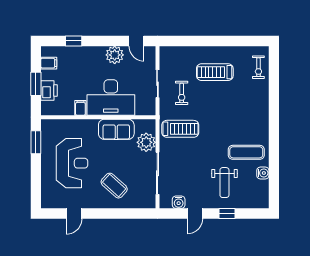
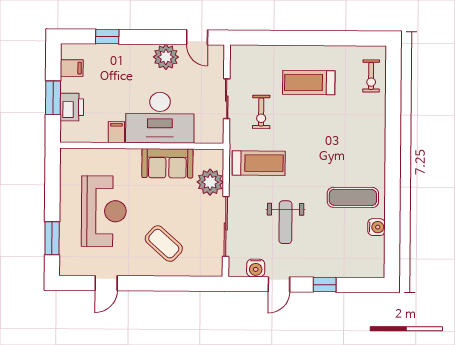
window: (36, 142) -> (52, 238), moved
weight bench: (224, 183) -> (285, 222), moved

